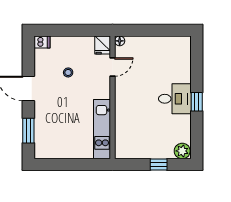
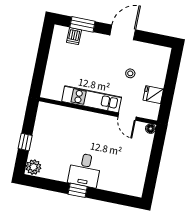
dishwasher: (42, 42) -> (74, 36), moved
fridge: (103, 45) -> (153, 95), moved
kitchen unit: (102, 129) -> (92, 99), moved

